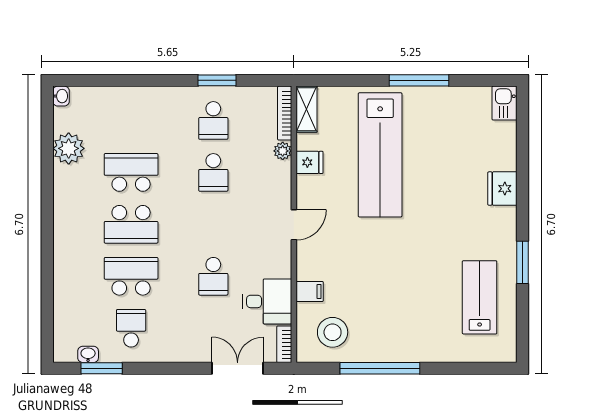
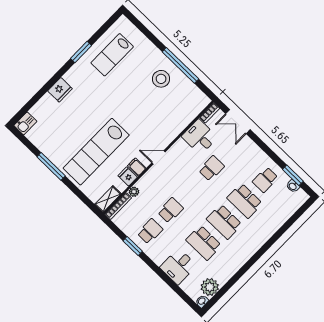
desk: (134, 111) -> (178, 266), added
plant: (69, 148) -> (210, 287), moved
lab bench: (380, 155) -> (96, 152), turned 180
school desk: (131, 224) -> (224, 222), turned 180
filing cabinet: (310, 291) -> (137, 167), moved
stool: (333, 332) -> (161, 79), moved

